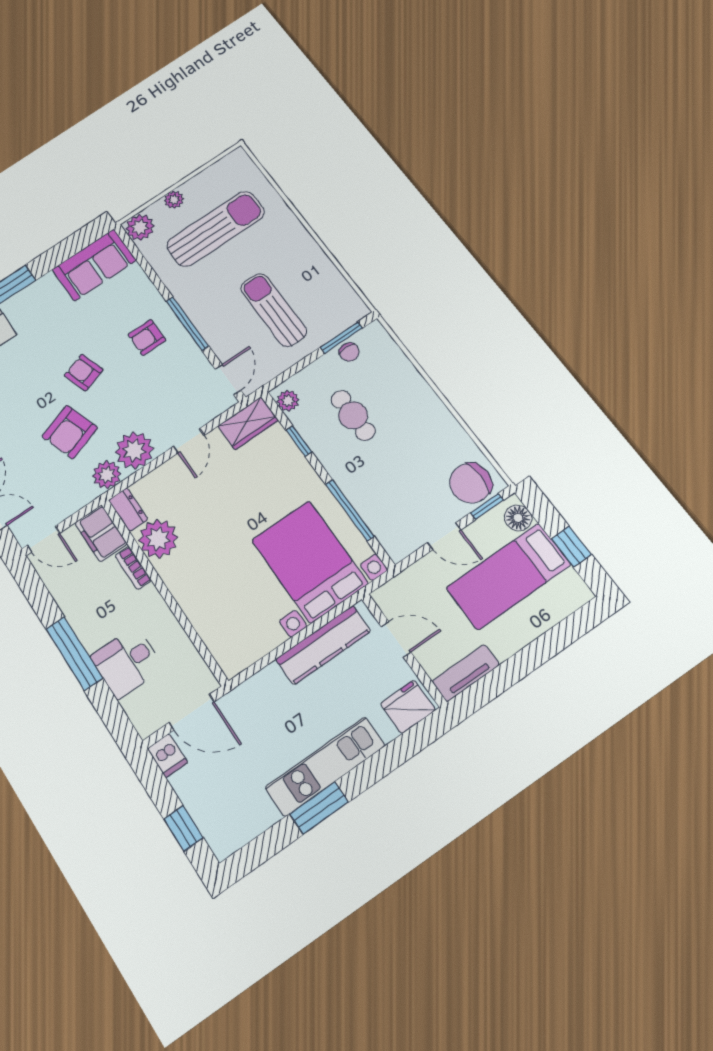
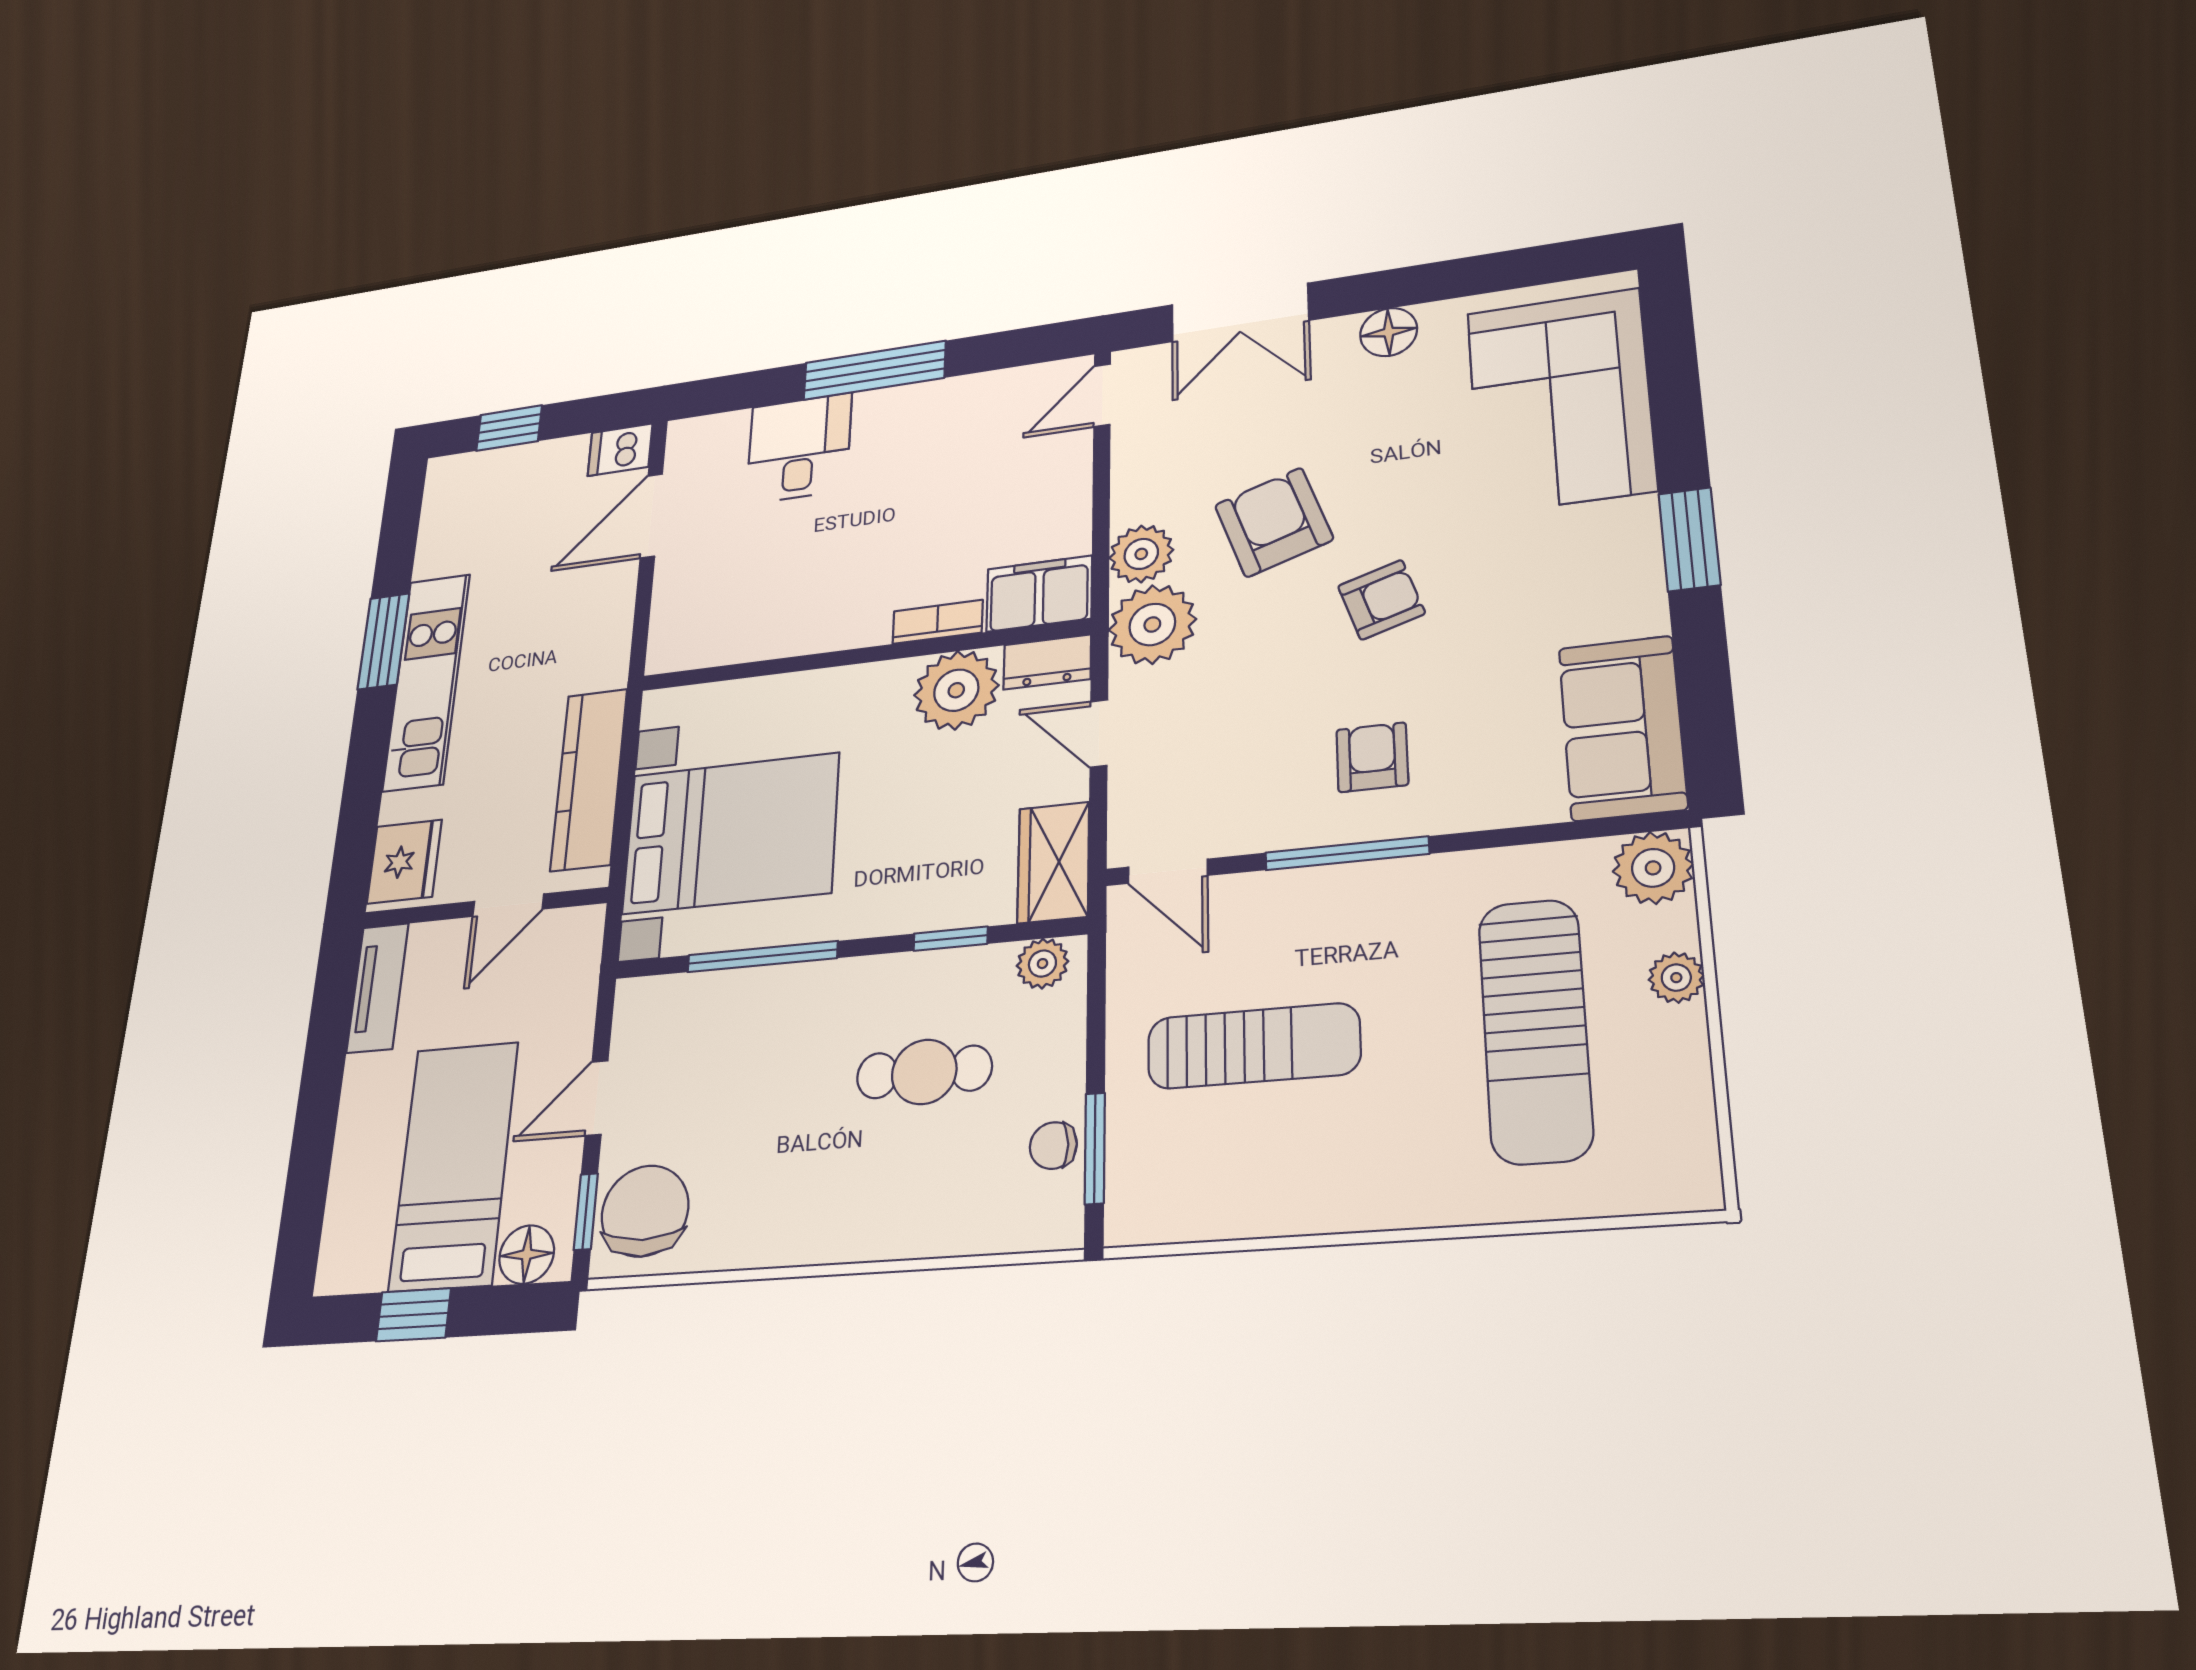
dresser: (128, 510) -> (1047, 662), moved
filing cabinet: (101, 533) -> (1039, 594), moved
plant: (158, 539) -> (956, 690), moved
bookcase: (133, 568) -> (938, 622), moved
wall: (163, 591) -> (862, 656), moved

